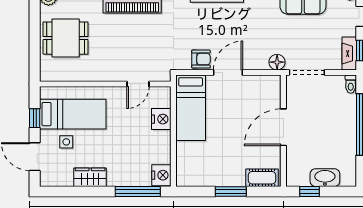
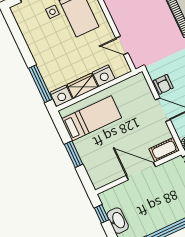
bed: (191, 108) -> (92, 118), moved, turned 180
wardrobe: (90, 177) -> (82, 86), moved, turned -90
cot: (262, 178) -> (164, 150), moved, turned 90

